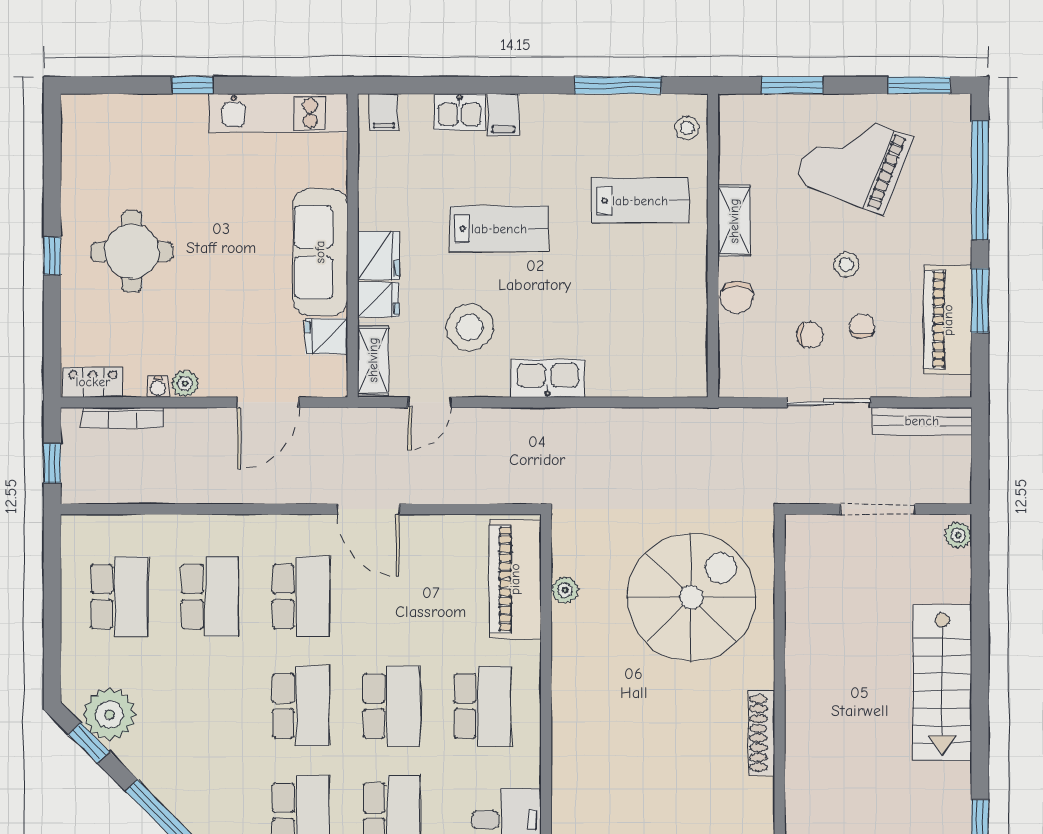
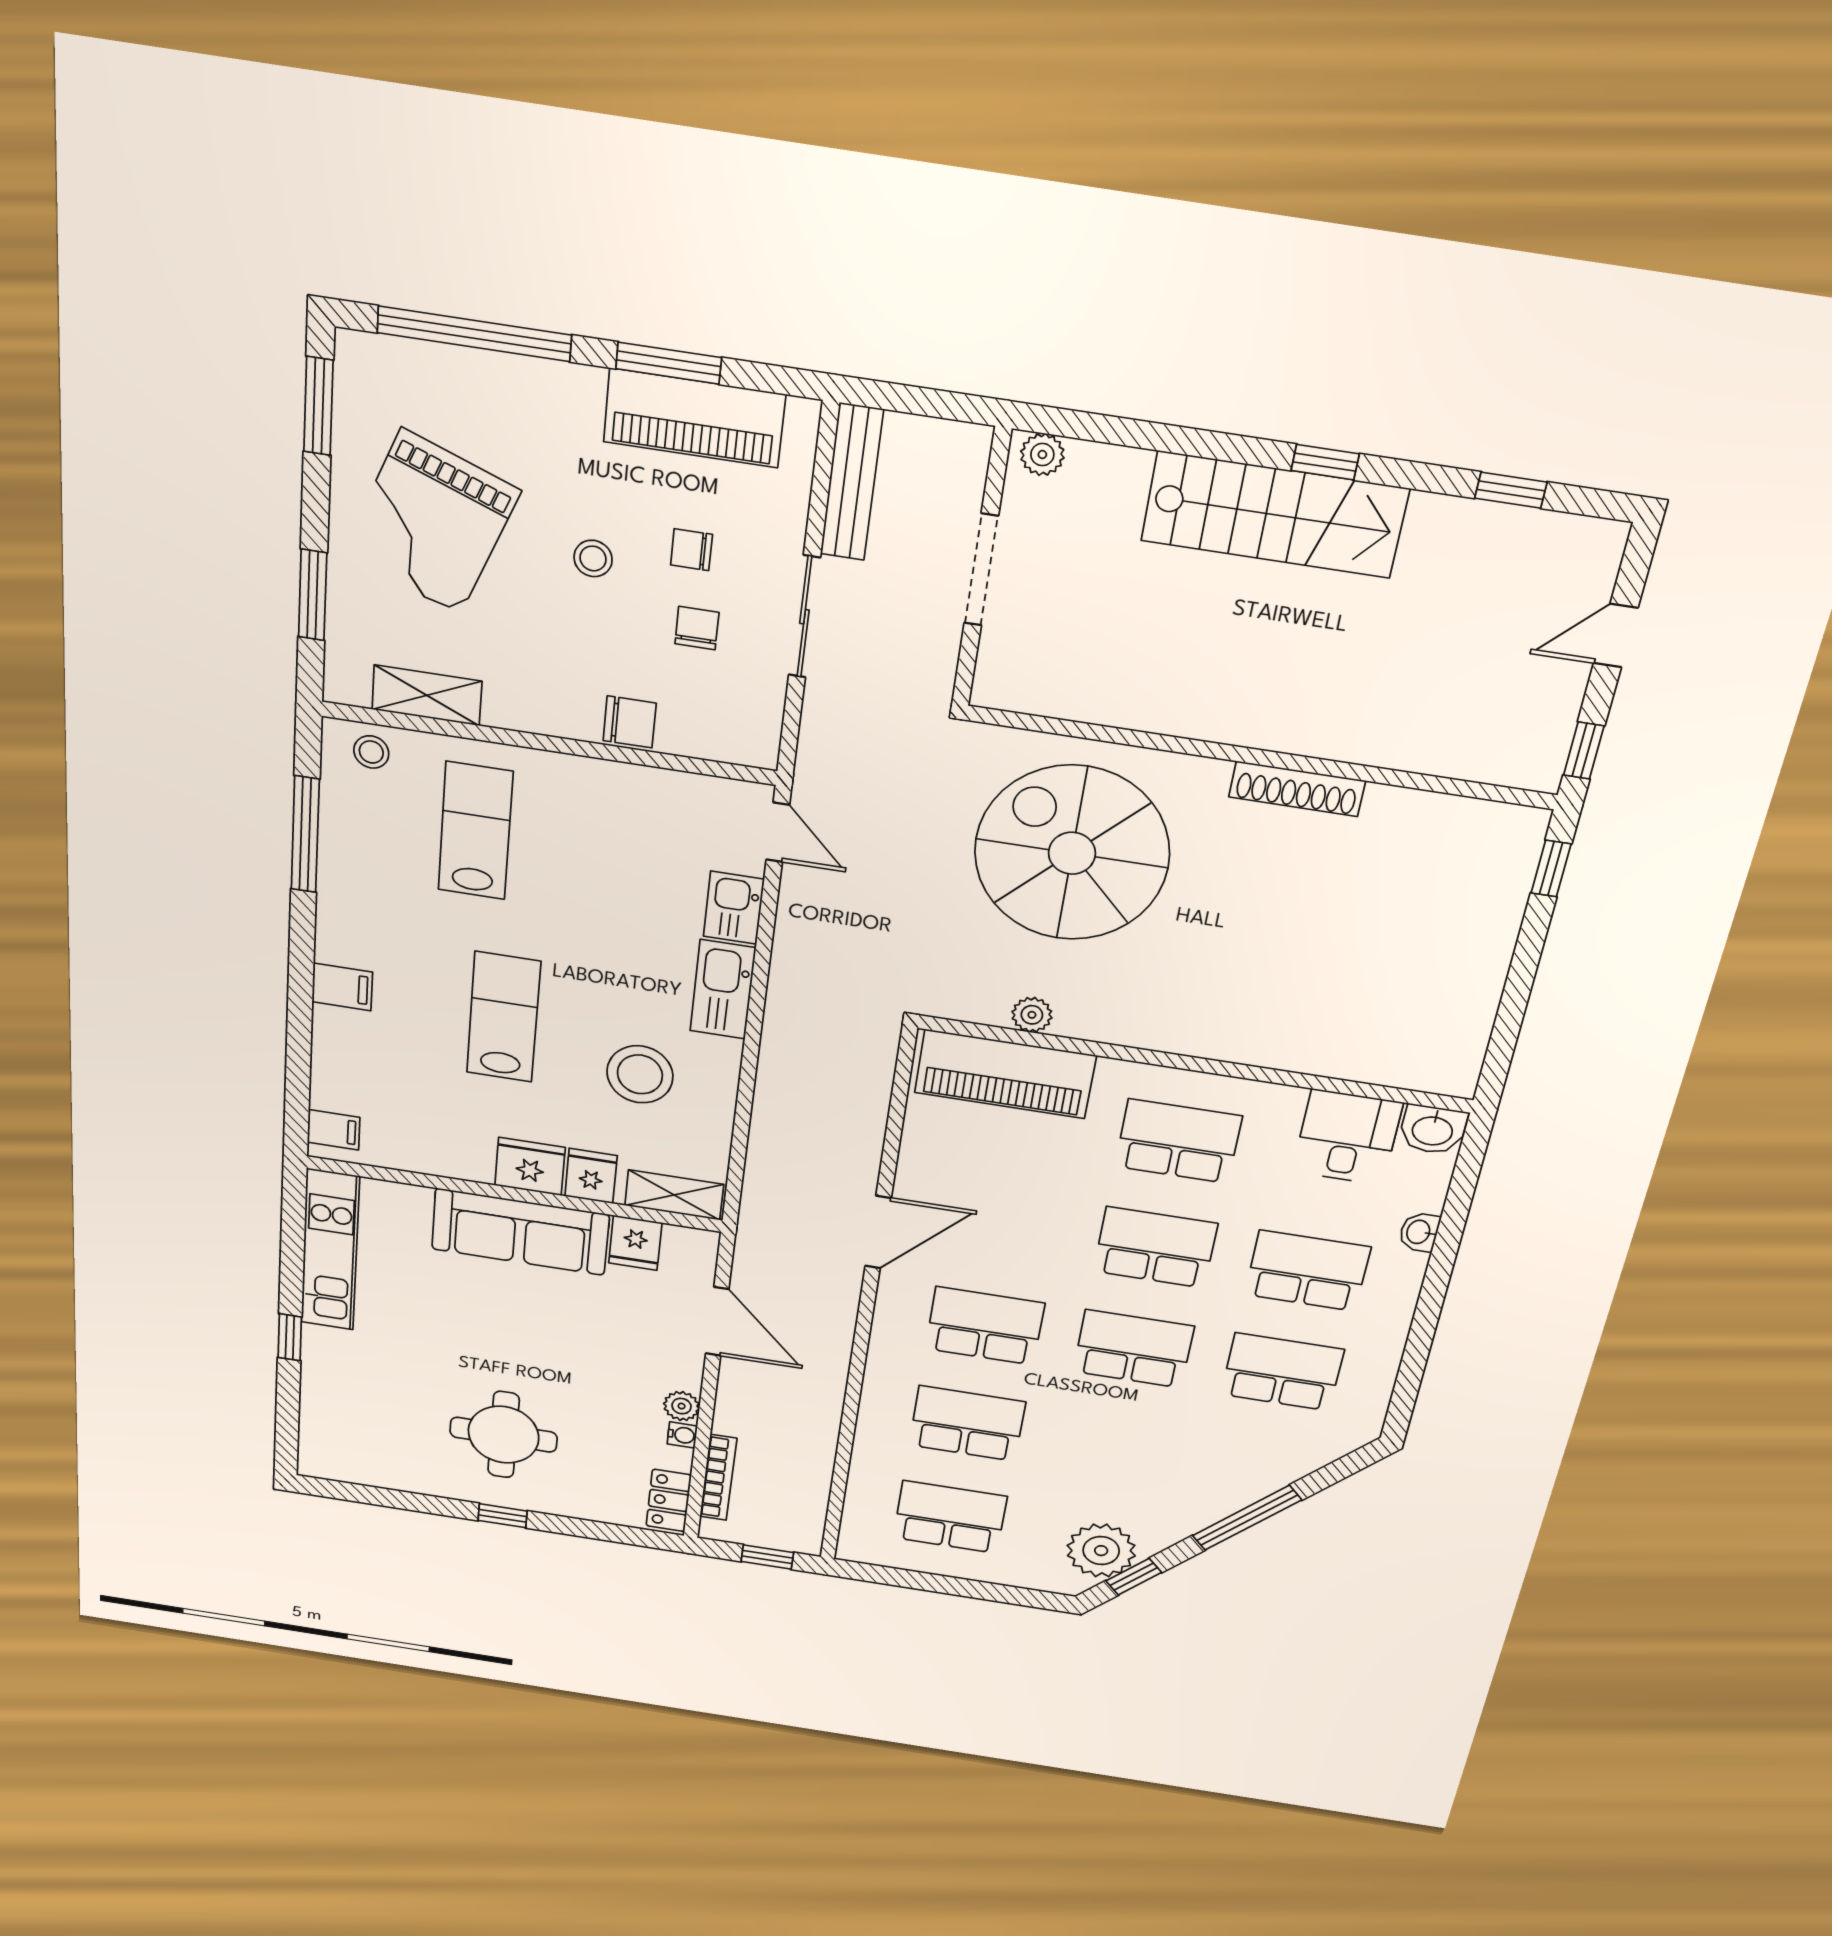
kitchen sink: (460, 112) -> (734, 908), moved, turned 180
shelving: (734, 221) -> (427, 695), moved
door: (430, 402) -> (778, 832), moved
window: (980, 706) -> (1325, 462), added

